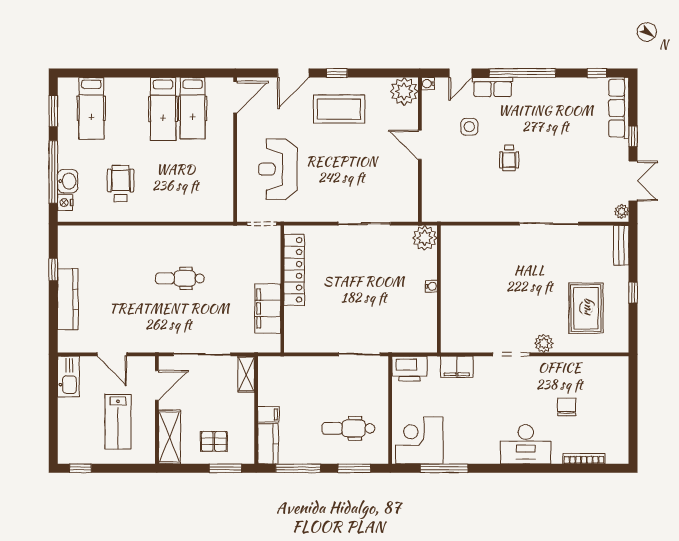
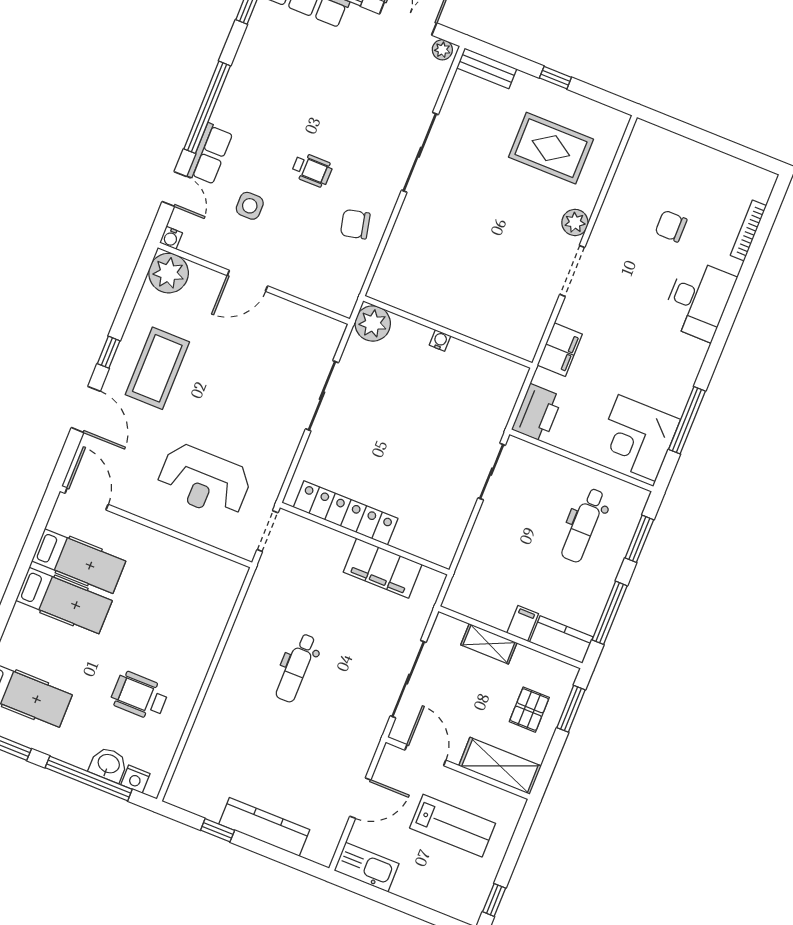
chair: (485, 200) -> (355, 224), added
shelving: (246, 374) -> (489, 644), moved

